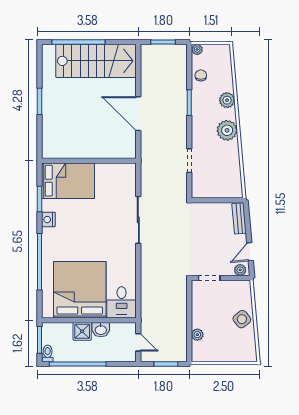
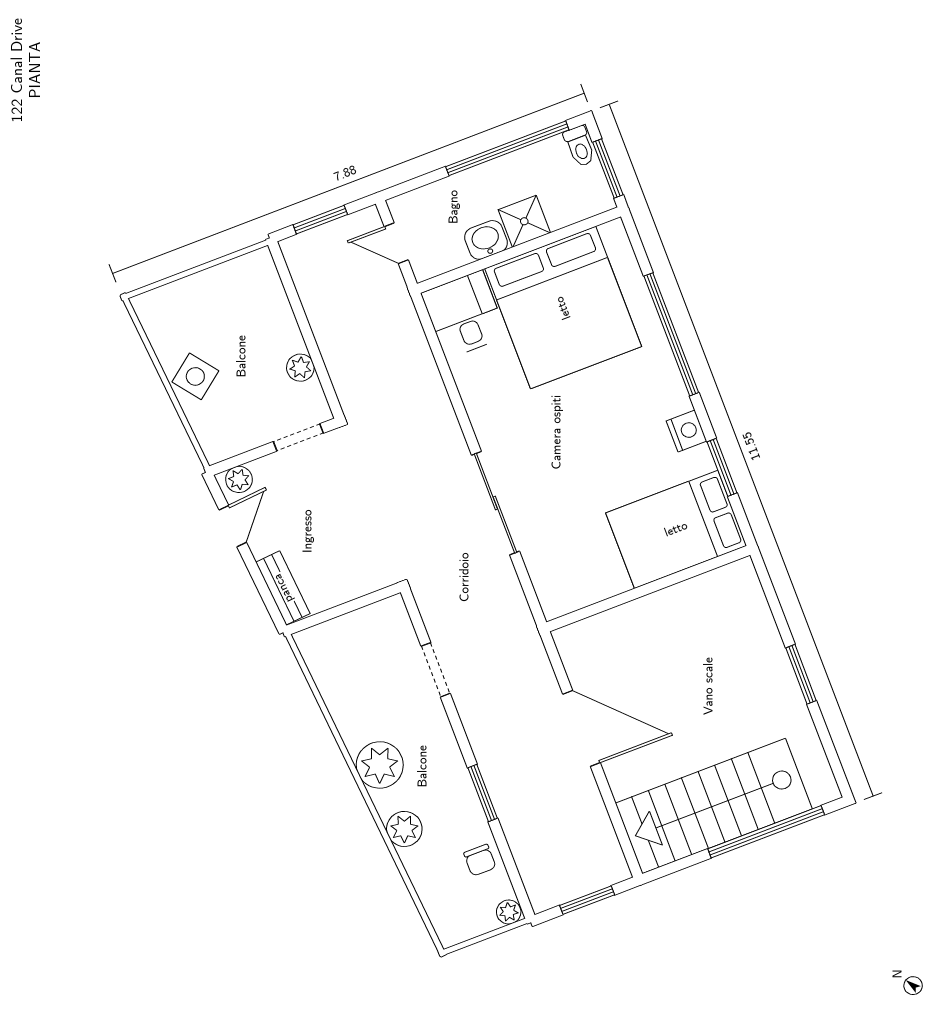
plant: (197, 335) -> (300, 368), moved

